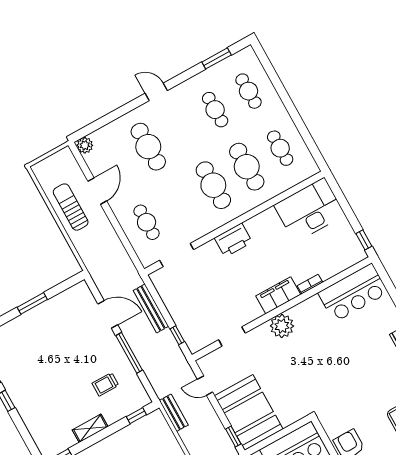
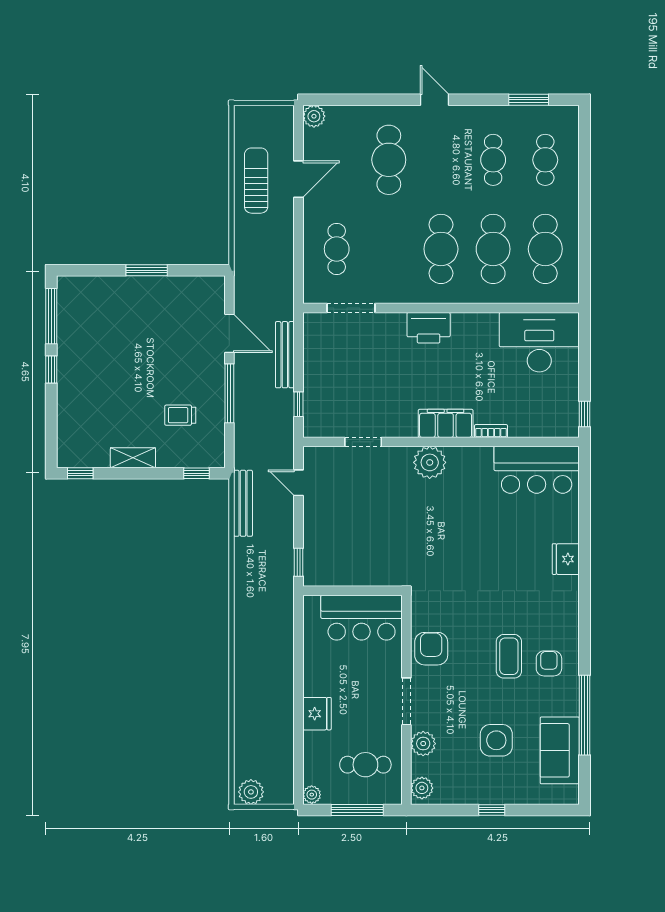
cafe table: (280, 148) -> (545, 249), width x1.37, depth x1.35
booth: (249, 412) -> (333, 544), removed
bench: (174, 413) -> (243, 503), width x1.36

